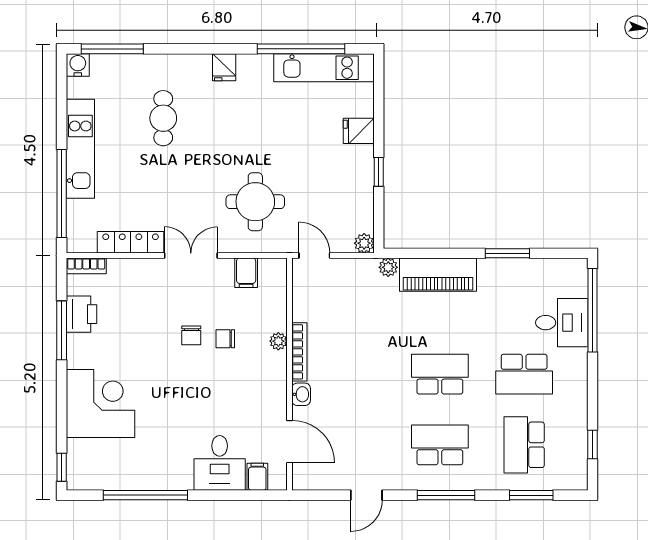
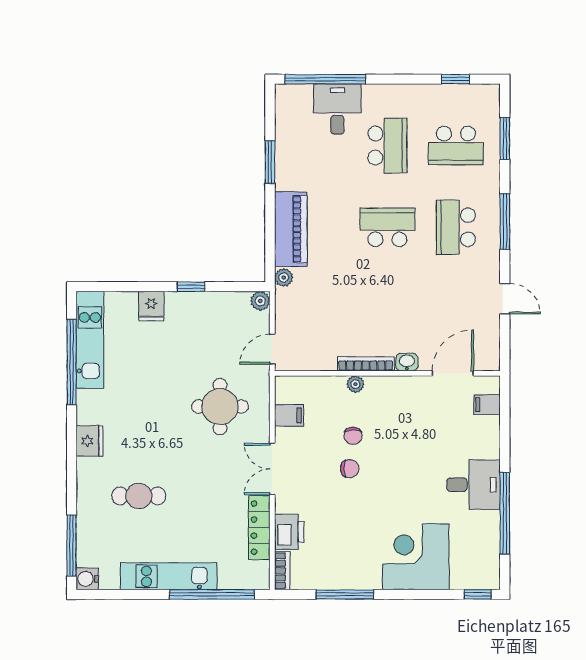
fridge: (224, 67) -> (89, 441), width x1.38
printer: (82, 314) -> (289, 532), moved, turned 90
school desk: (440, 374) -> (387, 227), turned 90
desk: (220, 463) -> (474, 485), moved

